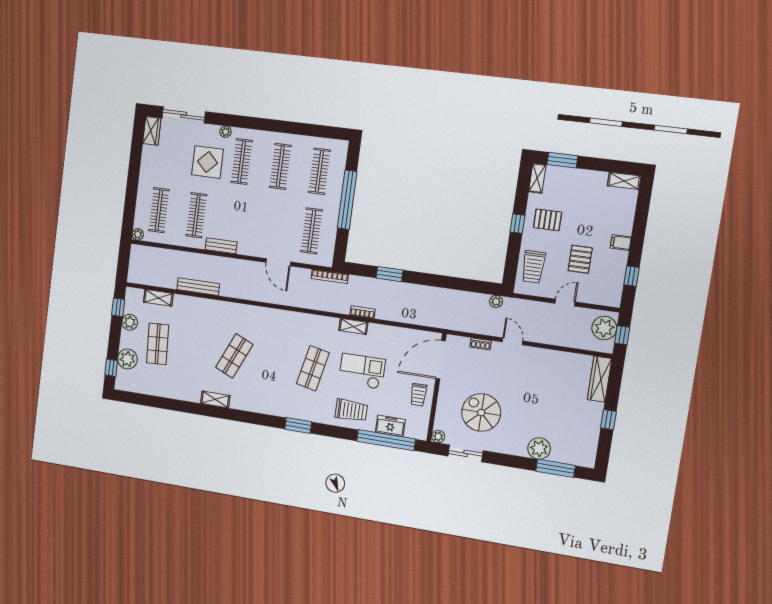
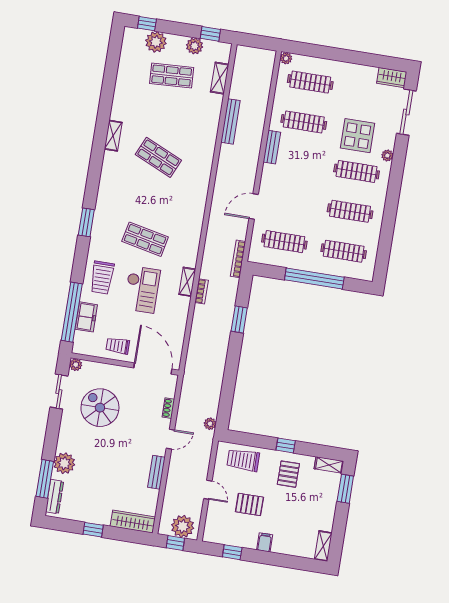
bench: (547, 355) -> (156, 472), added
spiral stairs: (481, 413) -> (100, 408), turned -90
dresser: (574, 459) -> (55, 497), added

